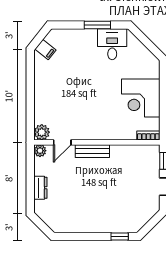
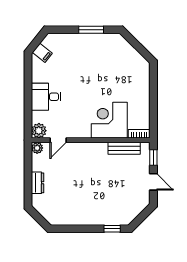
desk: (112, 44) -> (46, 97), moved, turned -90
corner desk: (141, 98) -> (109, 120), moved, turned 90
bench: (92, 151) -> (124, 148), moved

